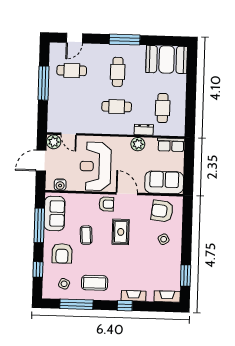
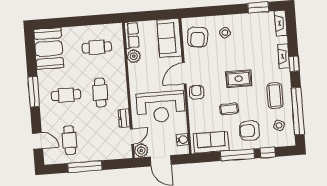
dresser: (144, 130) -> (124, 118), moved
plant: (138, 144) -> (134, 56), moved
window: (39, 225) -> (237, 155), moved
rug: (121, 232) -> (239, 79), moved
armchair: (62, 253) -> (250, 131), turned 180
window: (76, 304) -> (298, 111), width x1.46

